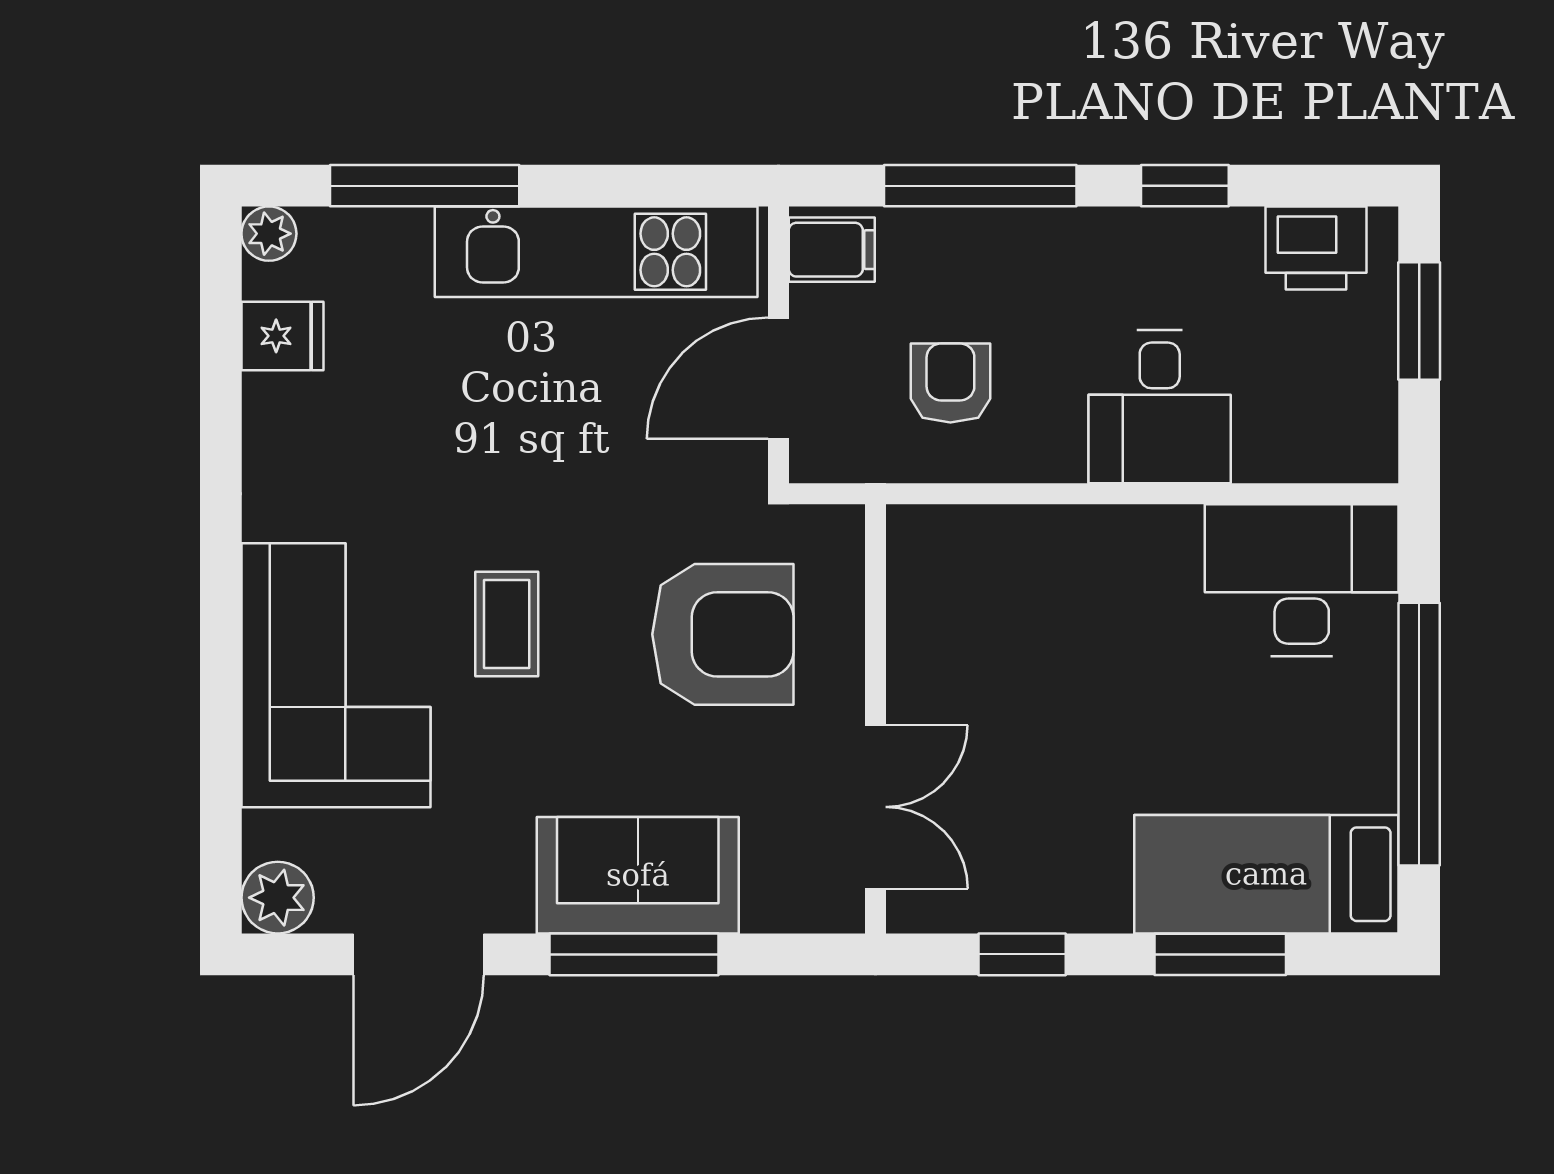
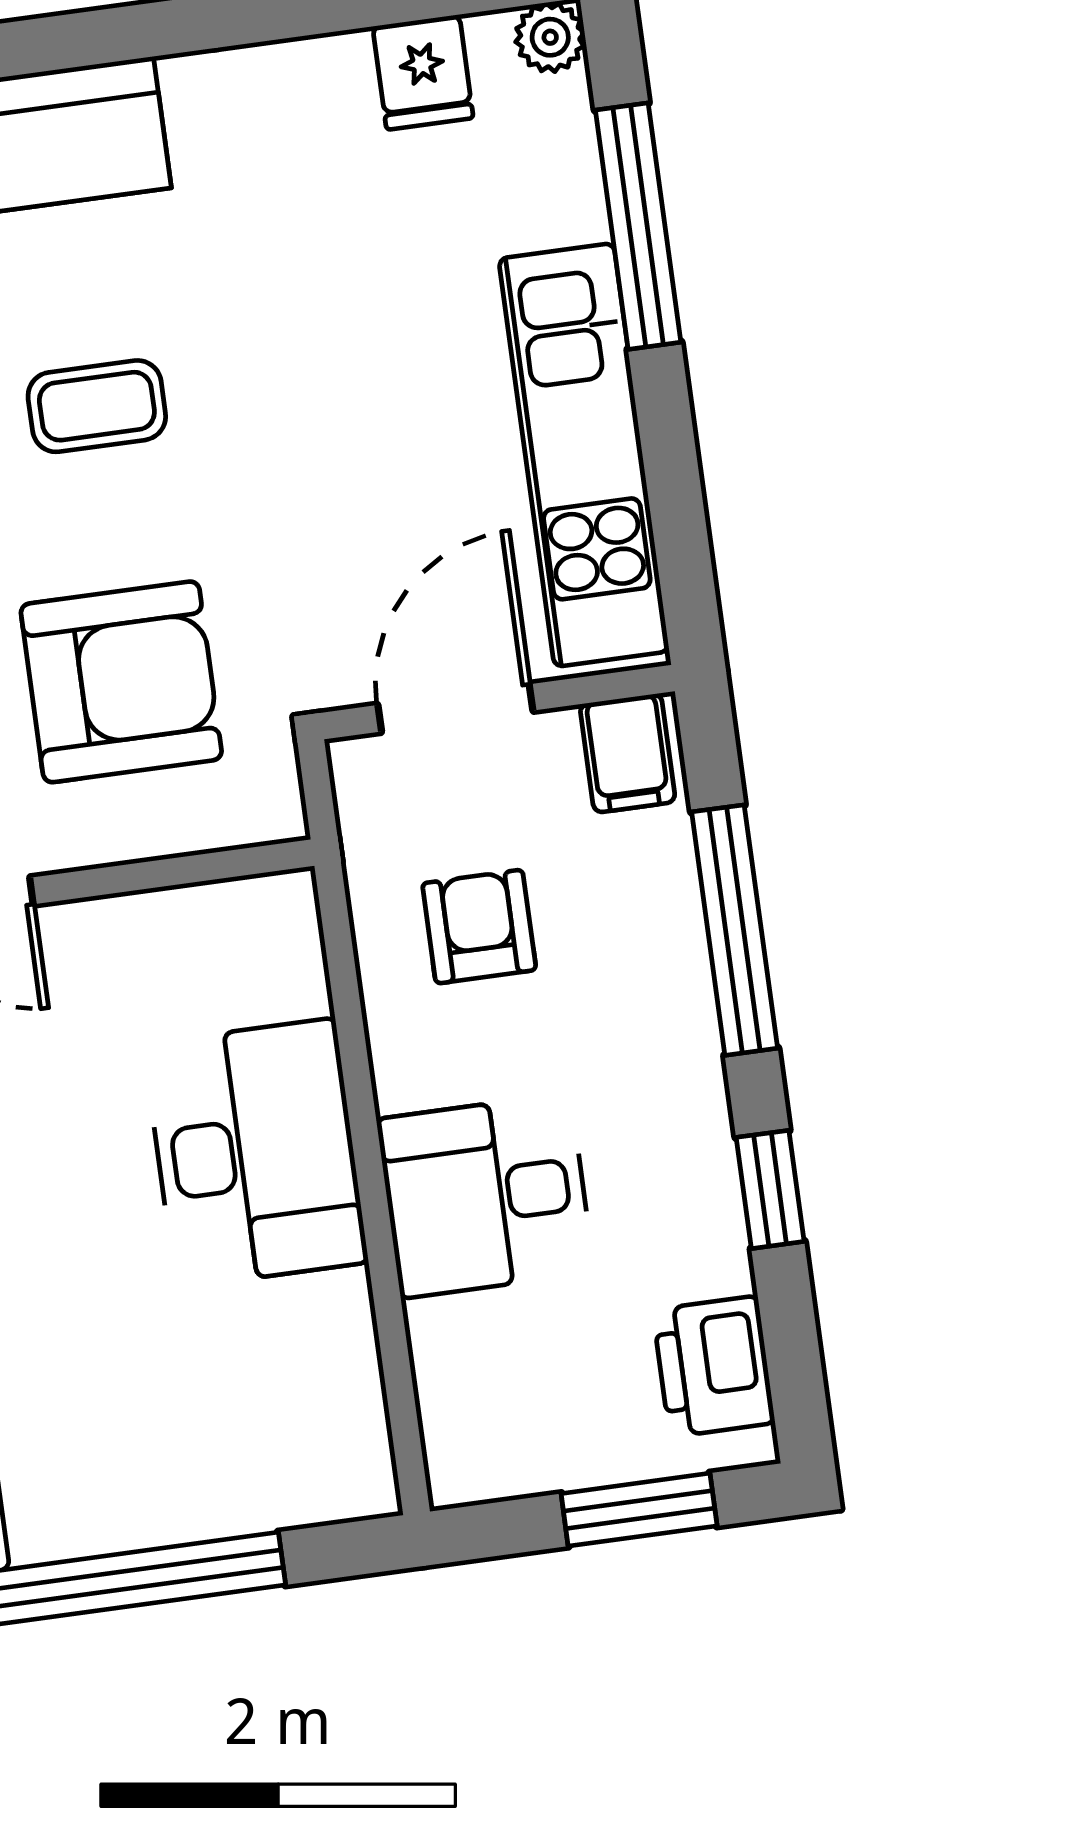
door: (778, 378) -> (455, 708), hinge flipped
armchair: (950, 383) -> (479, 927), turned -90
desk: (1302, 580) -> (256, 1153), moved
armchair: (723, 634) -> (121, 682), turned -90

